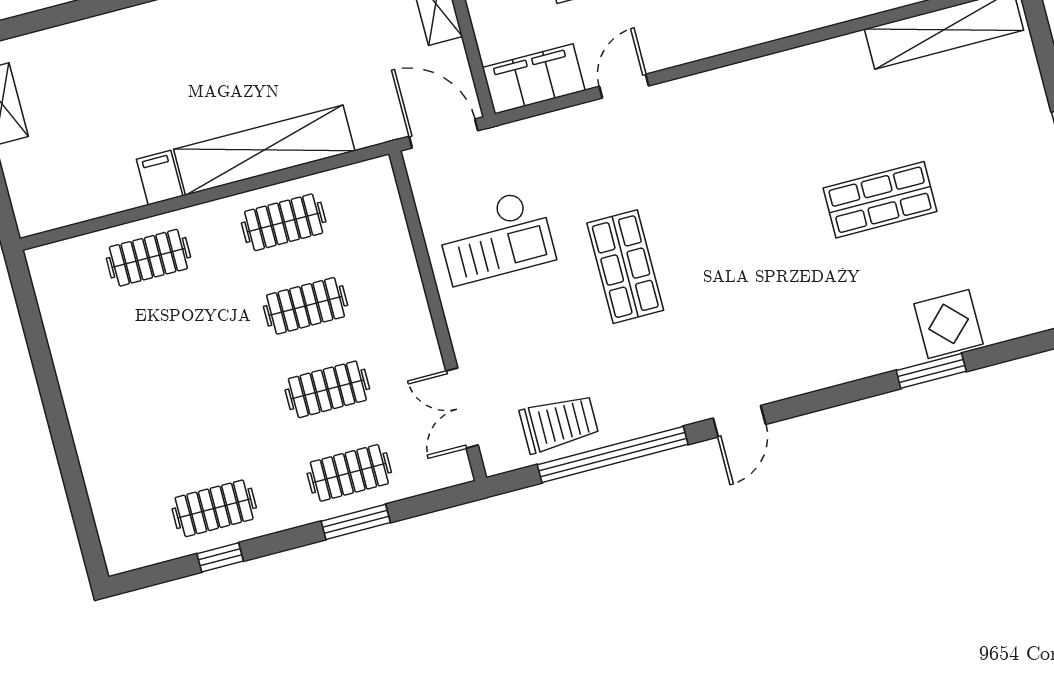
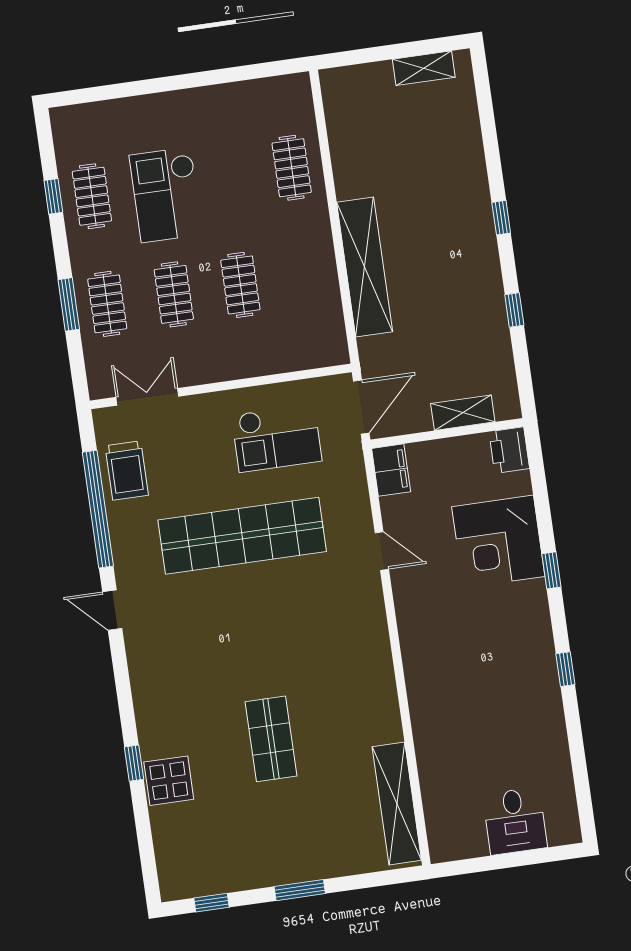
filing cabinet: (534, 79) -> (391, 470), width x0.67, depth x0.86
filing cabinet: (160, 178) -> (353, 183), removed
clothes rail: (284, 222) -> (307, 275), removed
checkout: (495, 237) -> (277, 438), turned -90
shop shelf: (625, 267) -> (242, 536), width x2.00, depth x1.36
window: (931, 371) -> (134, 763), width x0.67
checkout: (201, 414) -> (166, 195), added

